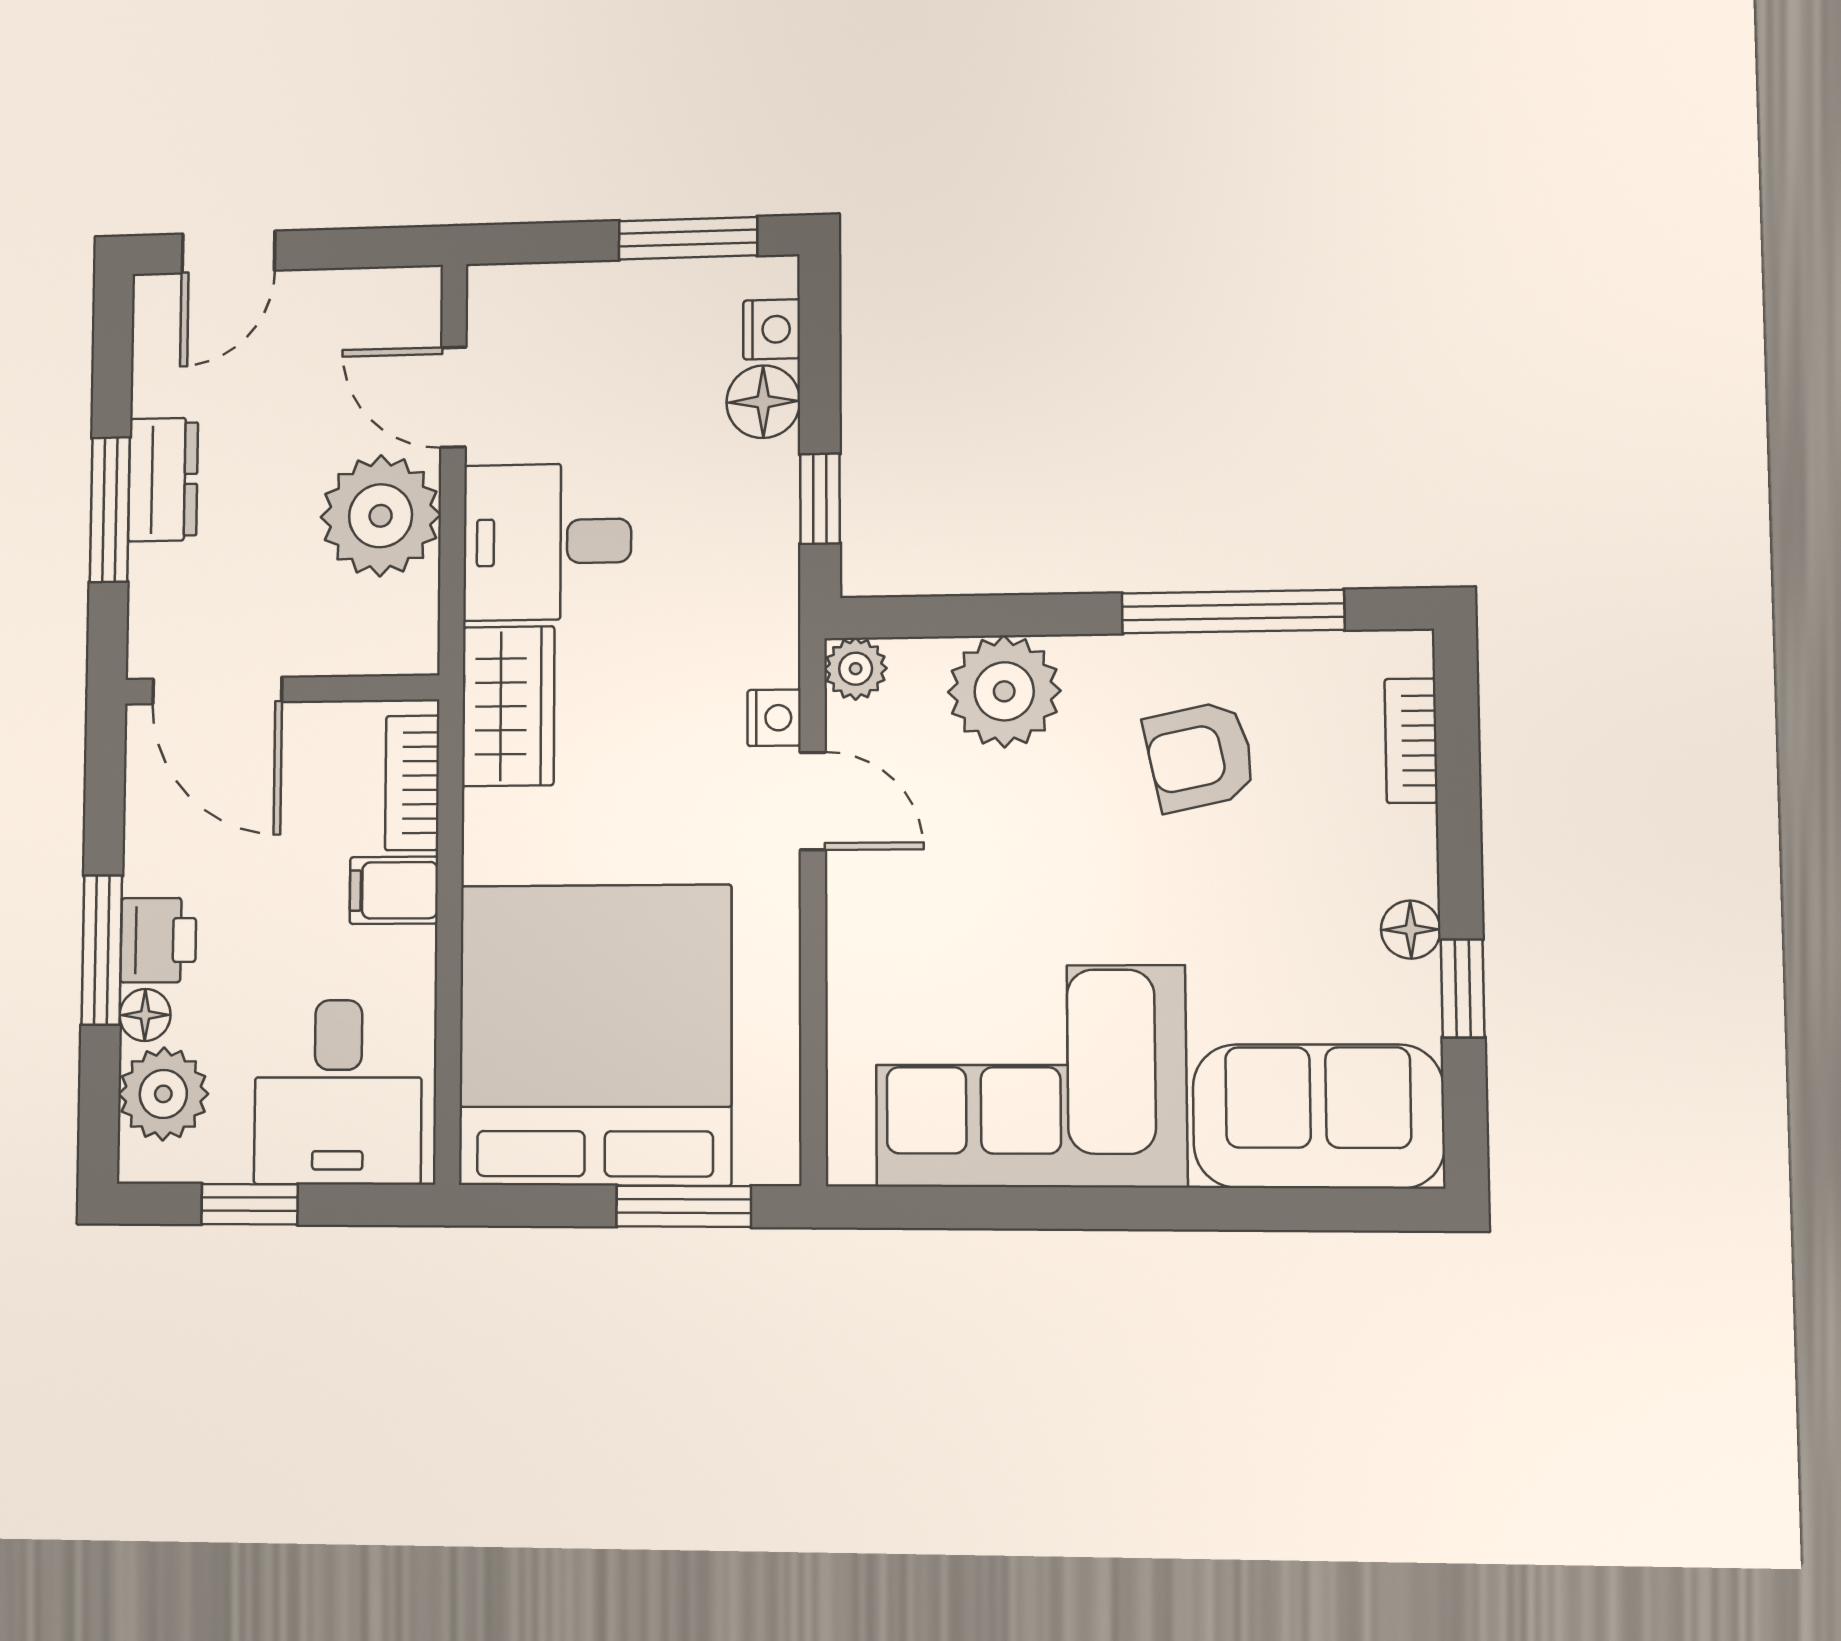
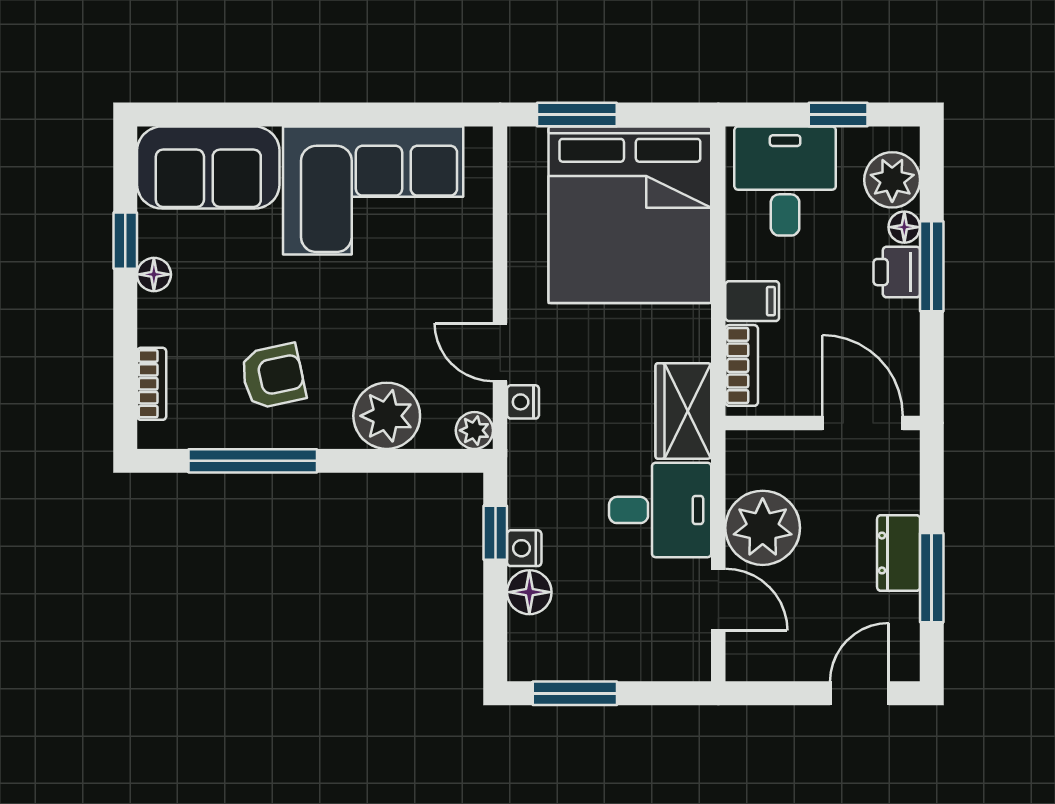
nightstand: (772, 329) -> (524, 548), moved
window: (110, 510) -> (932, 578), moved

